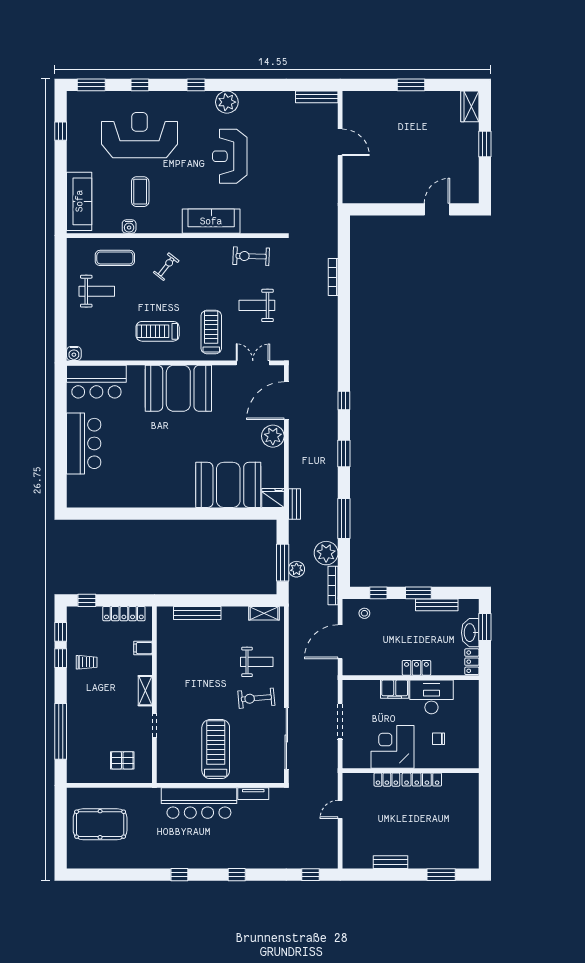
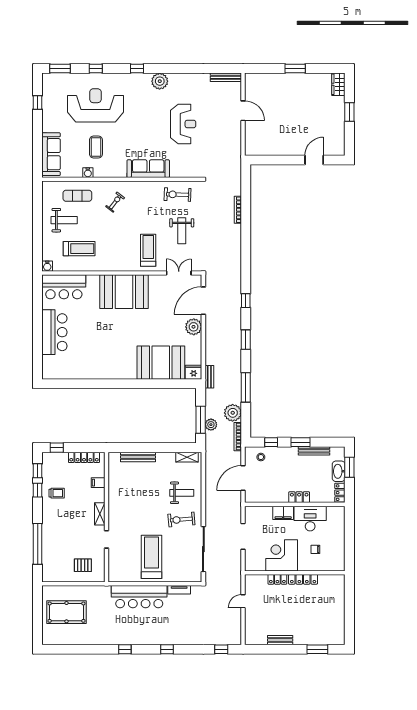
reception desk: (230, 156) -> (183, 124), moved, turned 180
weight bench: (257, 305) -> (182, 231), turned -90
treadmill: (158, 331) -> (79, 249), moved, turned 180

